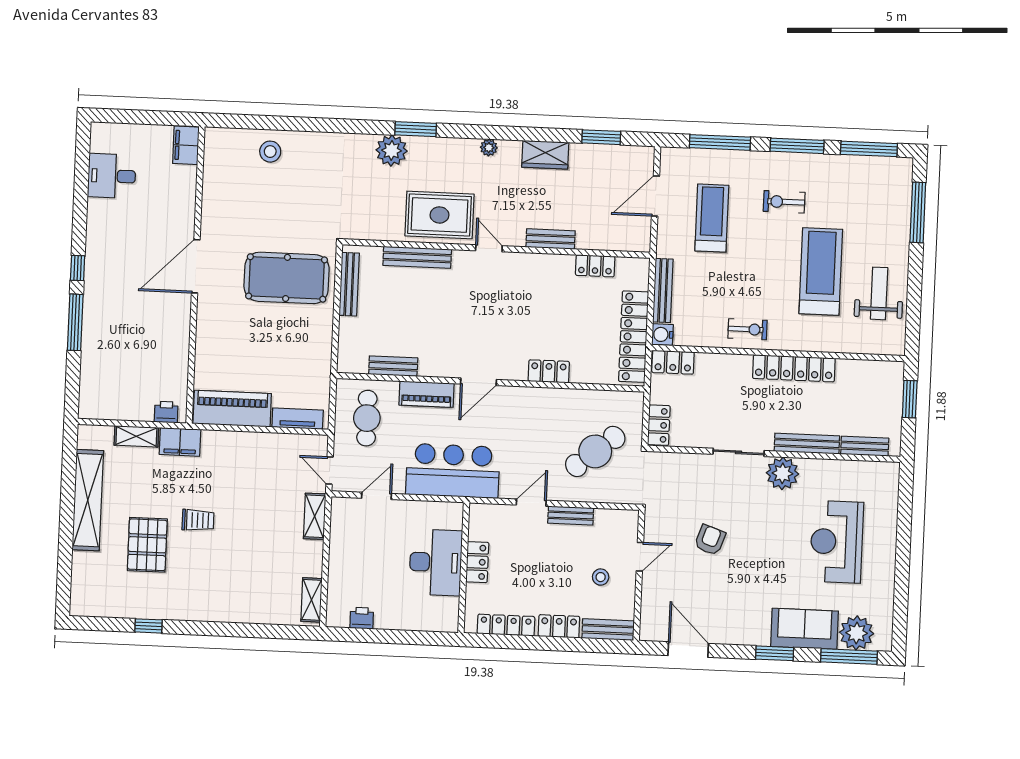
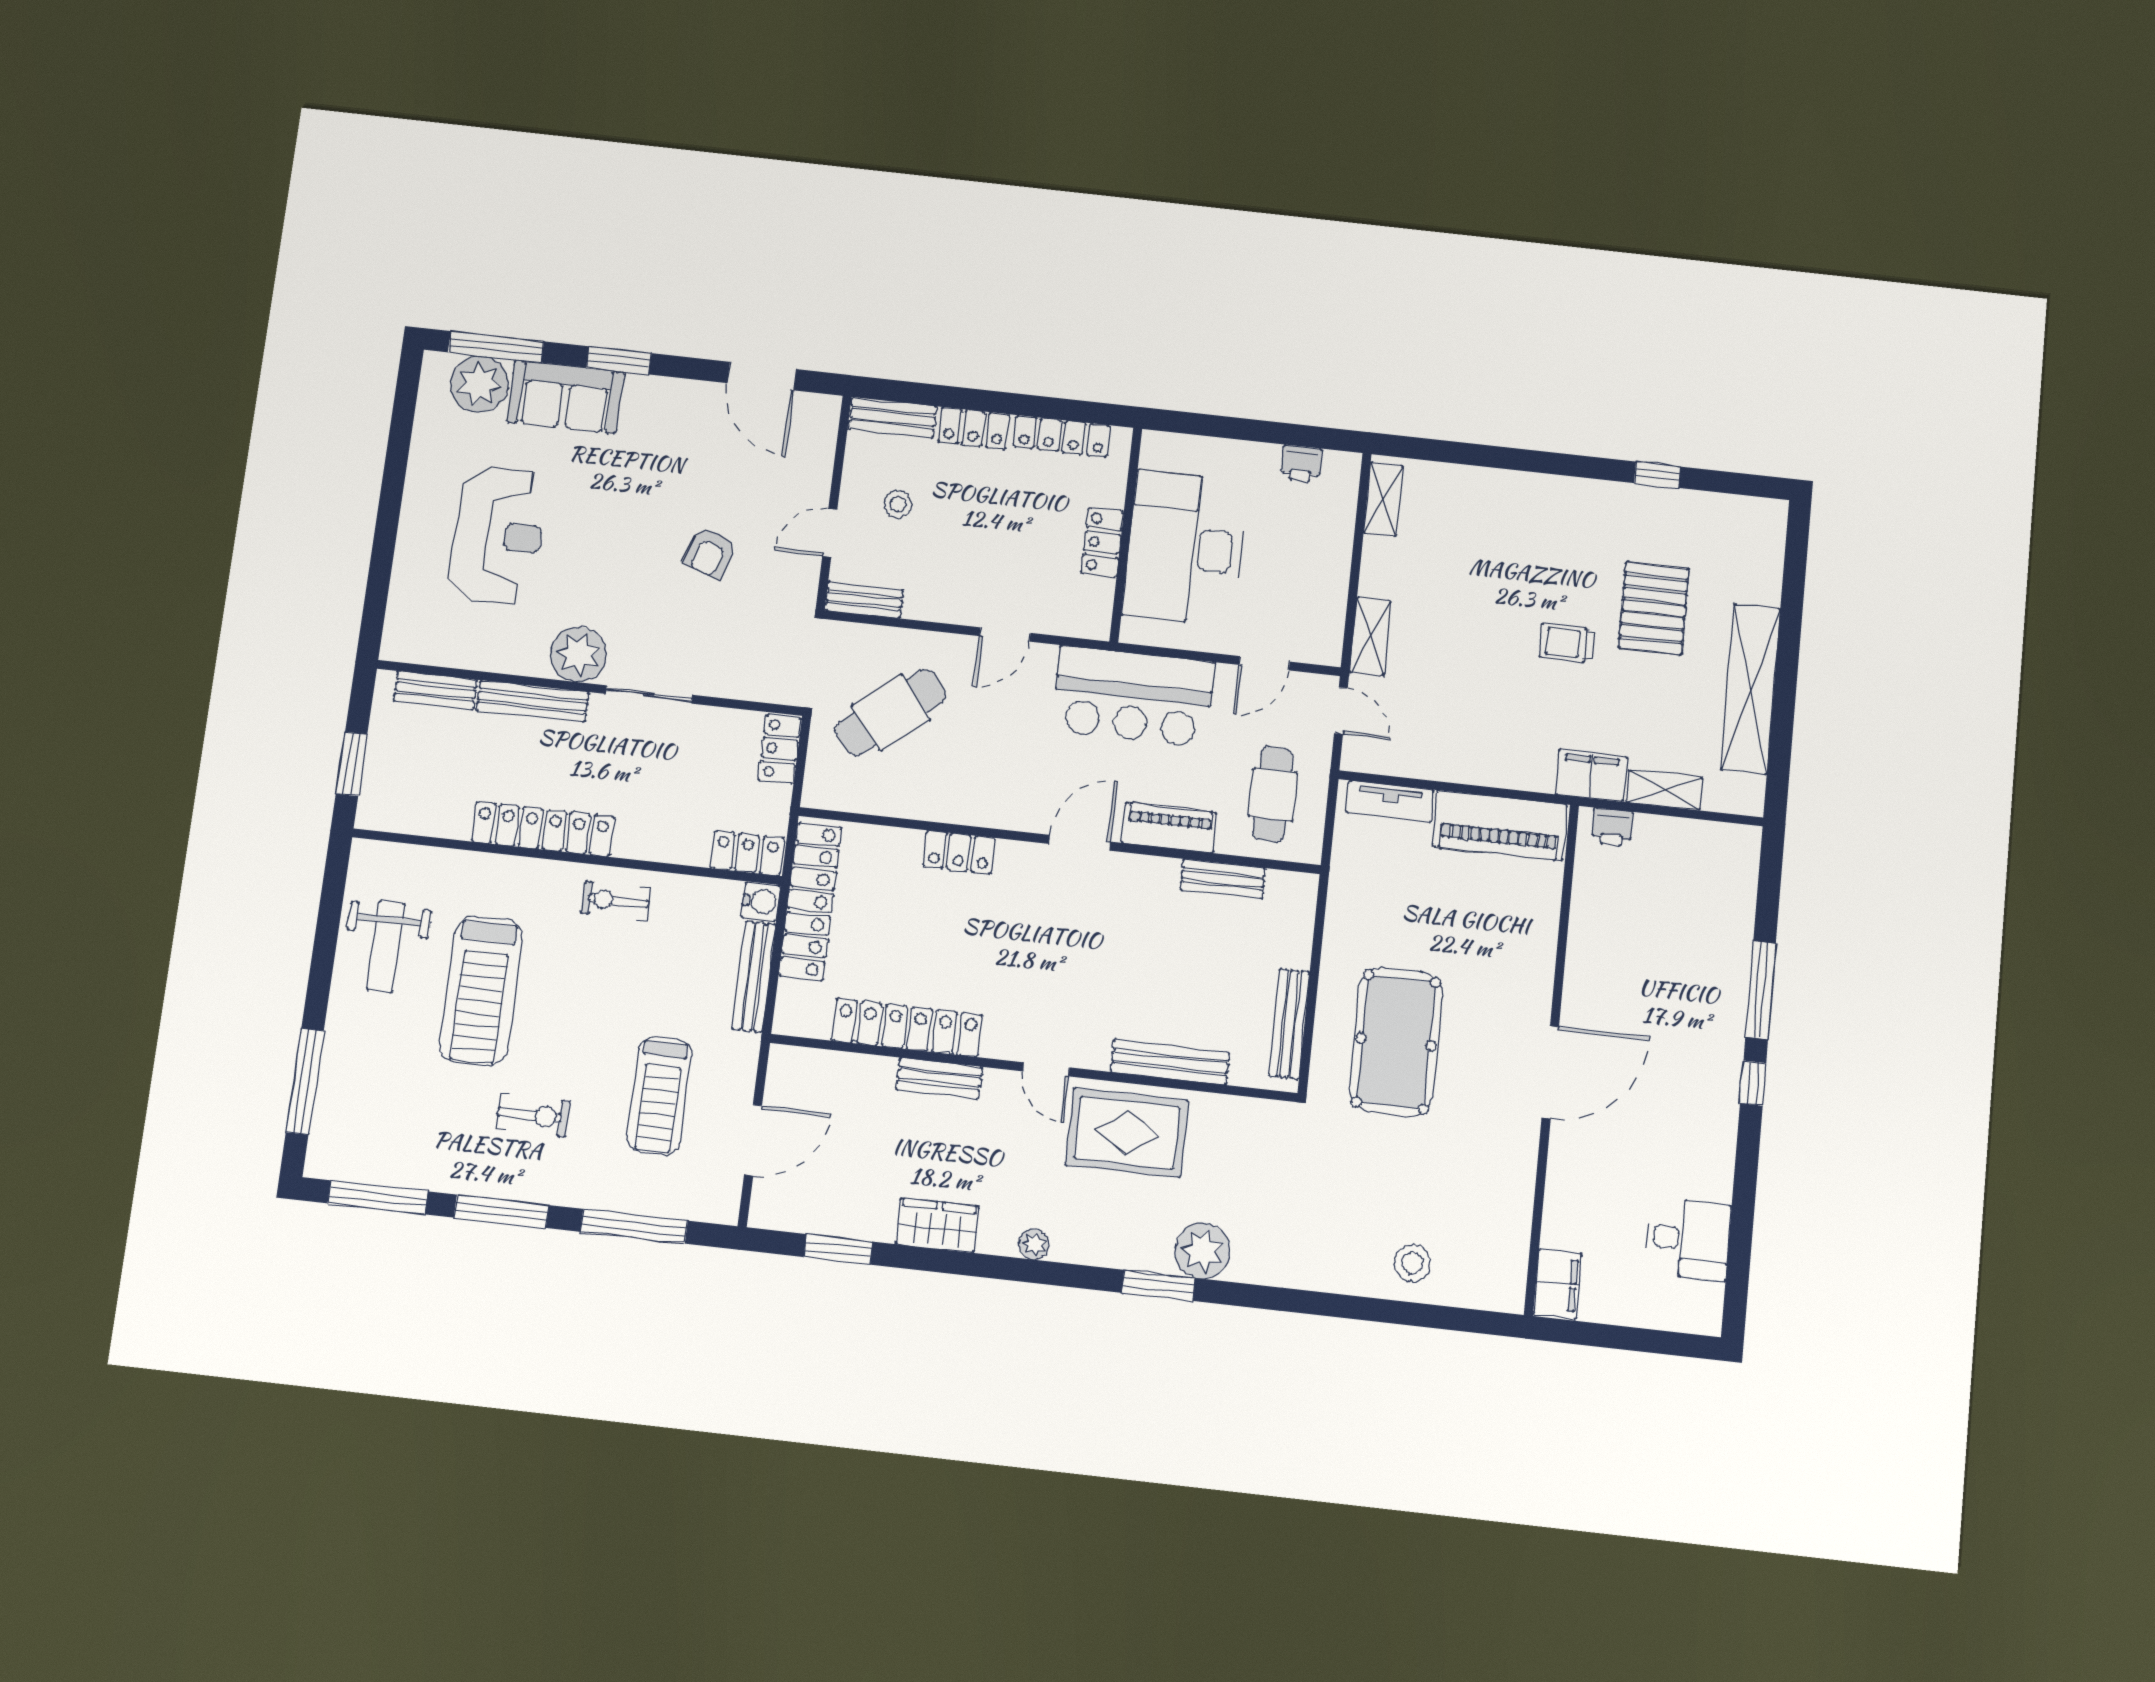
locker: (595, 266) -> (907, 1028), width x2.16, depth x1.21
pool table: (287, 278) -> (1396, 1042), turned 90
bench: (571, 516) -> (864, 600), moved
desk: (436, 562) -> (1185, 548), width x1.36, depth x1.30

